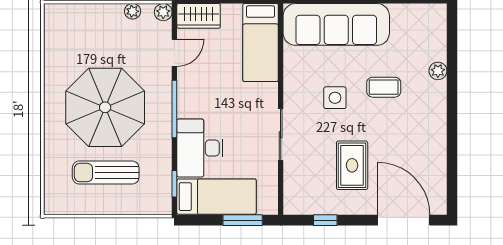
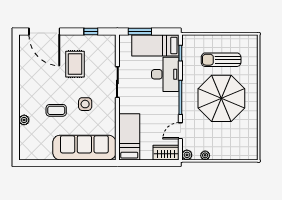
sun lounger: (106, 173) -> (221, 60), turned 180

